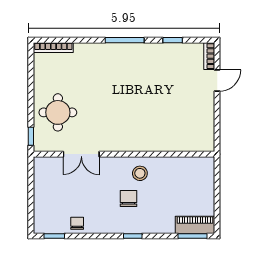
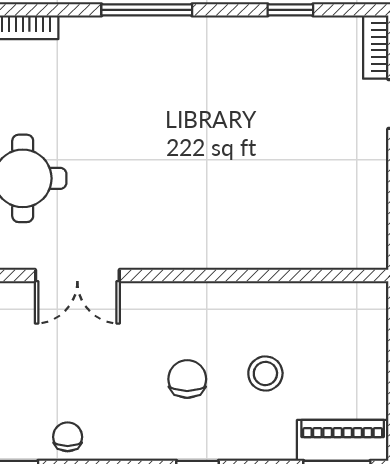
window: (125, 40) -> (147, 10), moved
stool: (140, 173) -> (265, 373), moved

